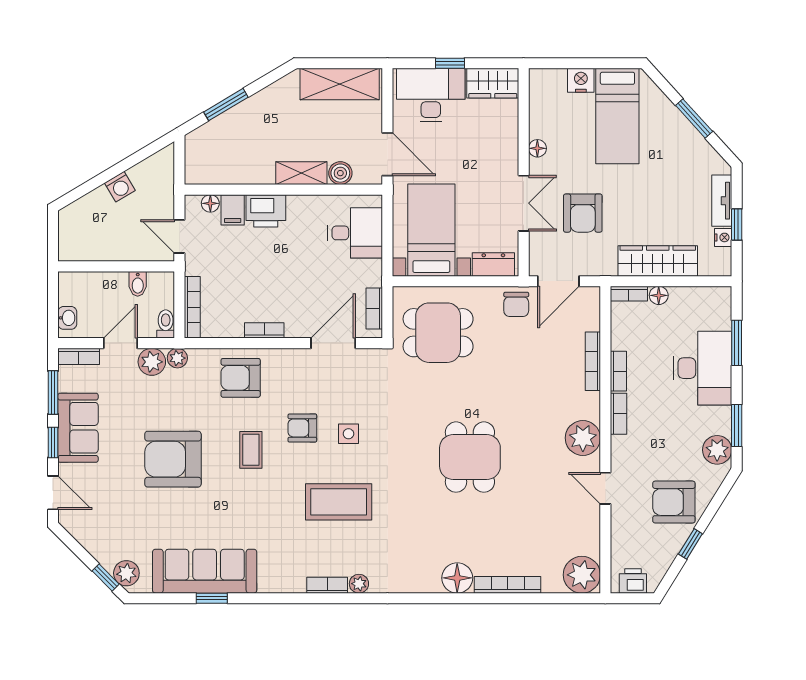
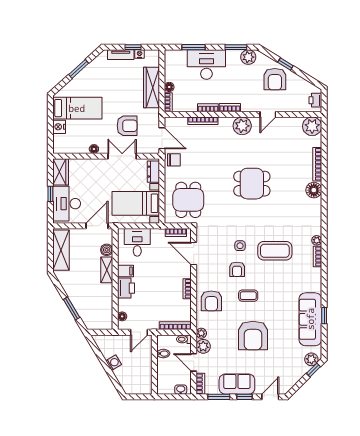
filing cabinet: (233, 210) -> (125, 271), moved
coffee table: (339, 502) -> (275, 251), turned 90
window: (690, 544) -> (285, 64), moved

